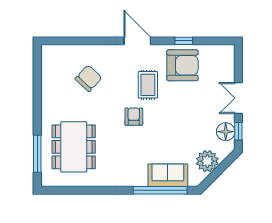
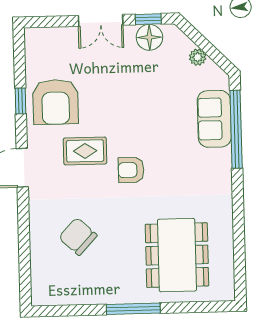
armchair: (182, 65) -> (56, 102), turned 180
dining table: (74, 147) -> (177, 255), turned 90
window: (37, 154) -> (133, 309), moved
plant: (207, 161) -> (198, 57), width x0.53, depth x0.53

